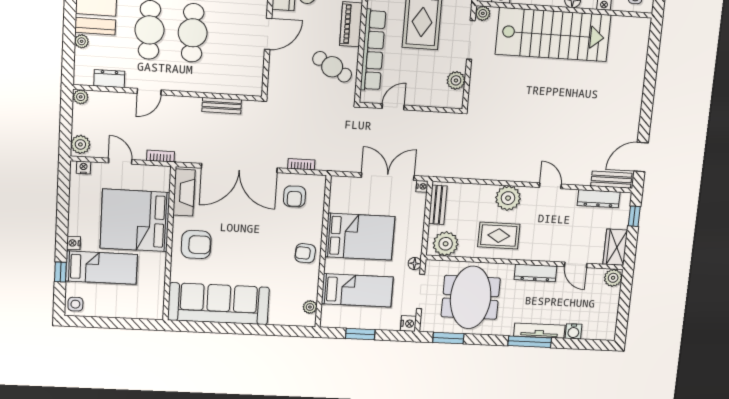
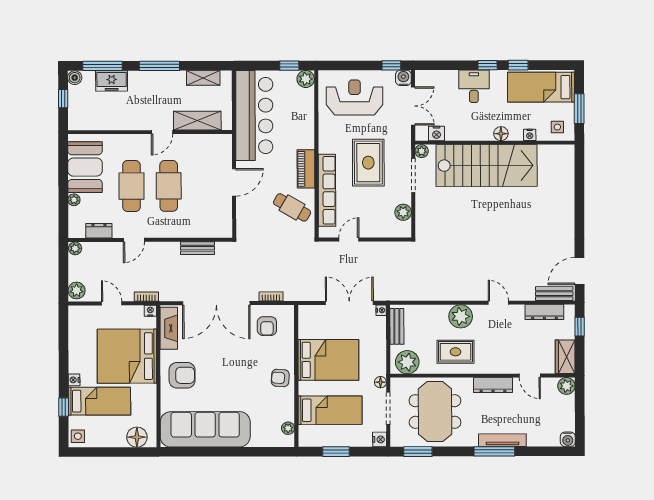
nightstand: (83, 167) -> (150, 311), moved
floor lamp: (142, 308) -> (137, 437), added
water cooler: (573, 331) -> (568, 439), moved

